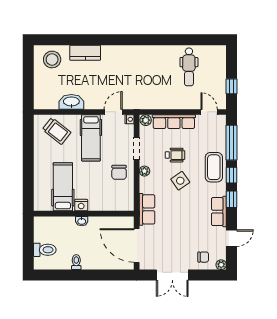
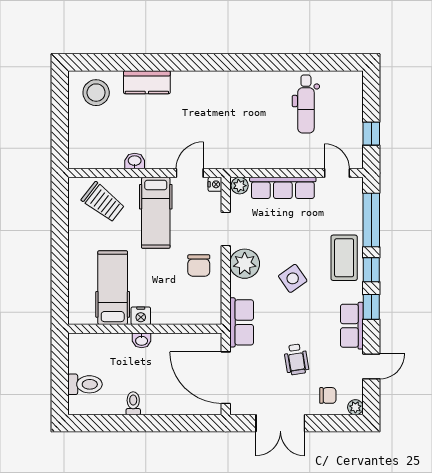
washbasin: (71, 102) -> (135, 161), width x0.52, depth x0.69
wheelchair: (175, 155) -> (296, 359), moved, turned 81
plant: (144, 171) -> (245, 264), width x1.87, depth x1.87

